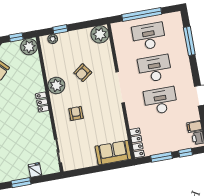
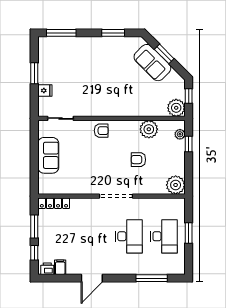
window: (142, 14) -> (189, 233), width x0.47
armchair: (83, 73) -> (138, 160), turned -54
plant: (56, 85) -> (149, 129), moved
desk: (161, 101) -> (94, 236), removed
locker: (42, 102) -> (115, 111), removed
armchair: (76, 113) -> (101, 131), moved
sofa: (113, 153) -> (48, 155), moved

